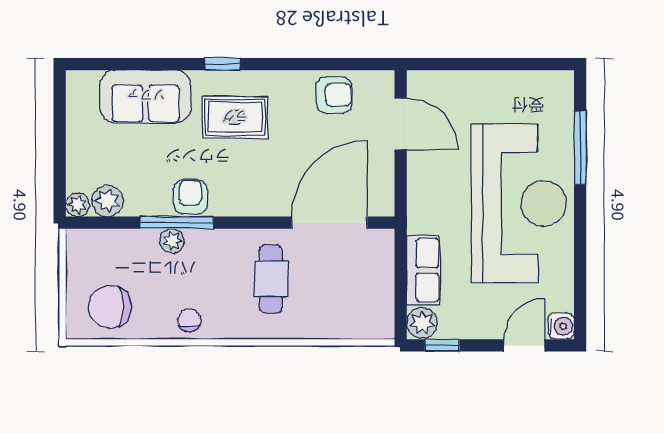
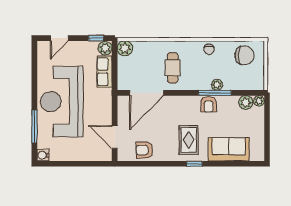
rug: (235, 117) -> (189, 140), turned 90
plant: (378, 322) -> (125, 48), added
water cooler: (561, 326) -> (43, 155), moved

